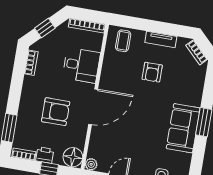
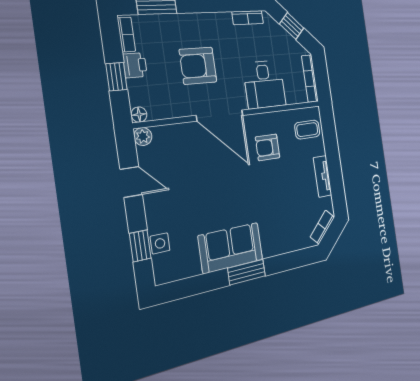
armchair: (152, 72) -> (268, 147), moved
armchair: (56, 112) -> (198, 66), turned 90
floor lamp: (73, 157) -> (139, 115), width x0.53, depth x0.53

